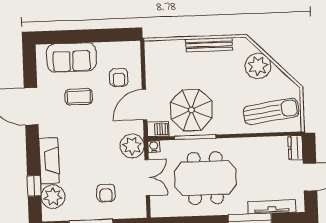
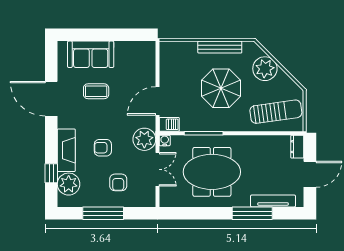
armchair: (119, 78) -> (103, 148), moved, turned 90
parasol: (191, 110) -> (221, 88), moved

